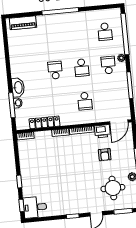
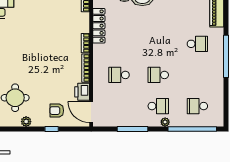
school desk: (55, 70) -> (197, 44), moved
armchair: (105, 155) -> (57, 111), moved

